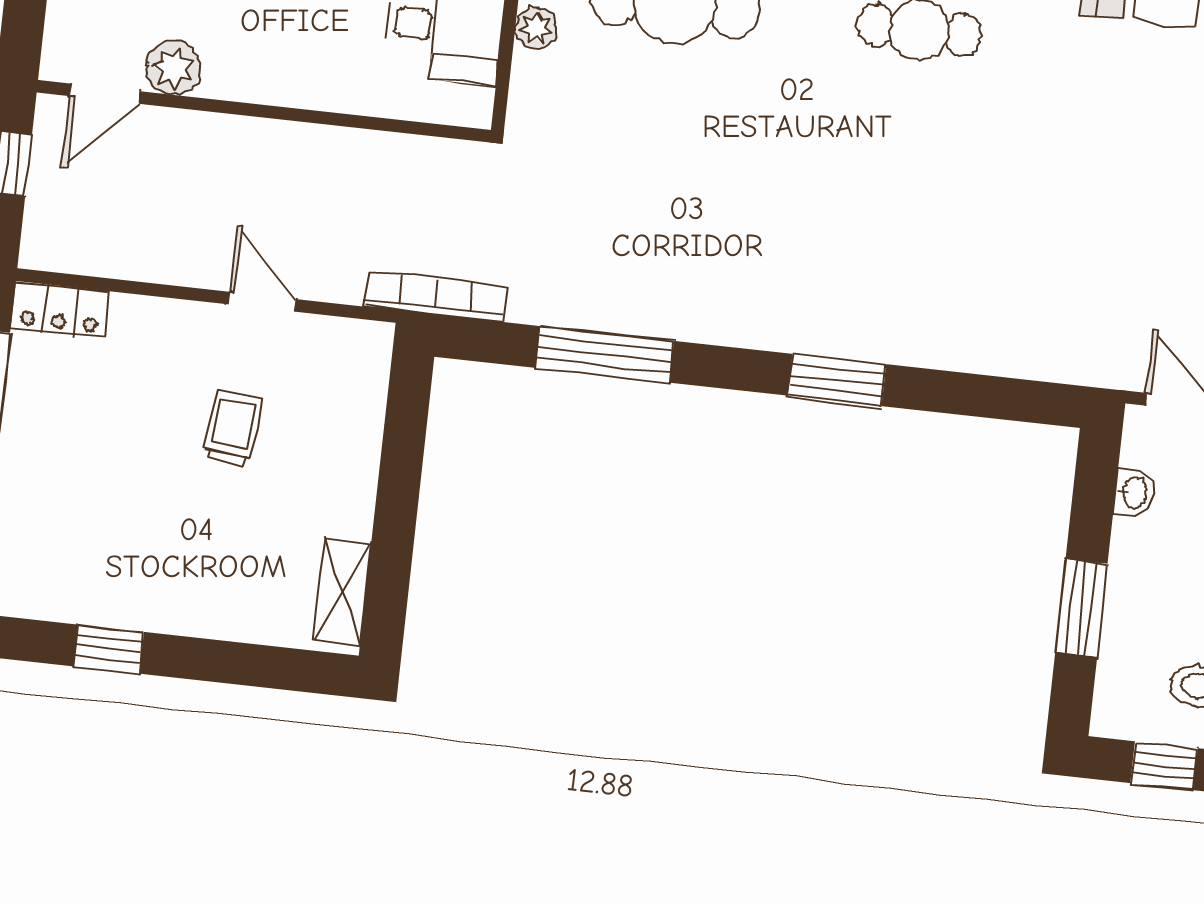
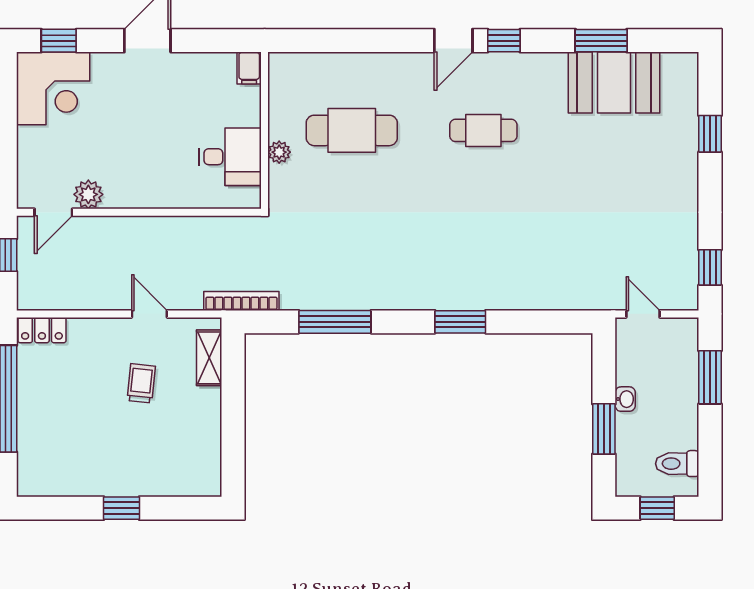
washbasin: (1134, 493) -> (625, 399), moved
shelving: (342, 592) -> (209, 358), moved
window: (109, 649) -> (121, 508), moved

